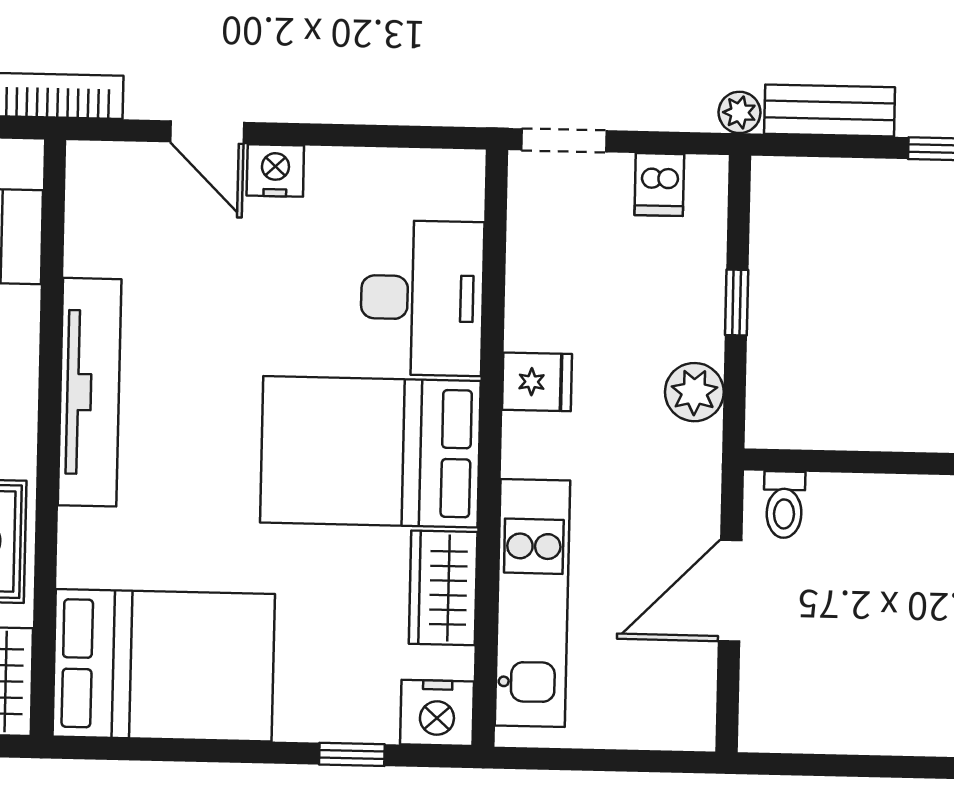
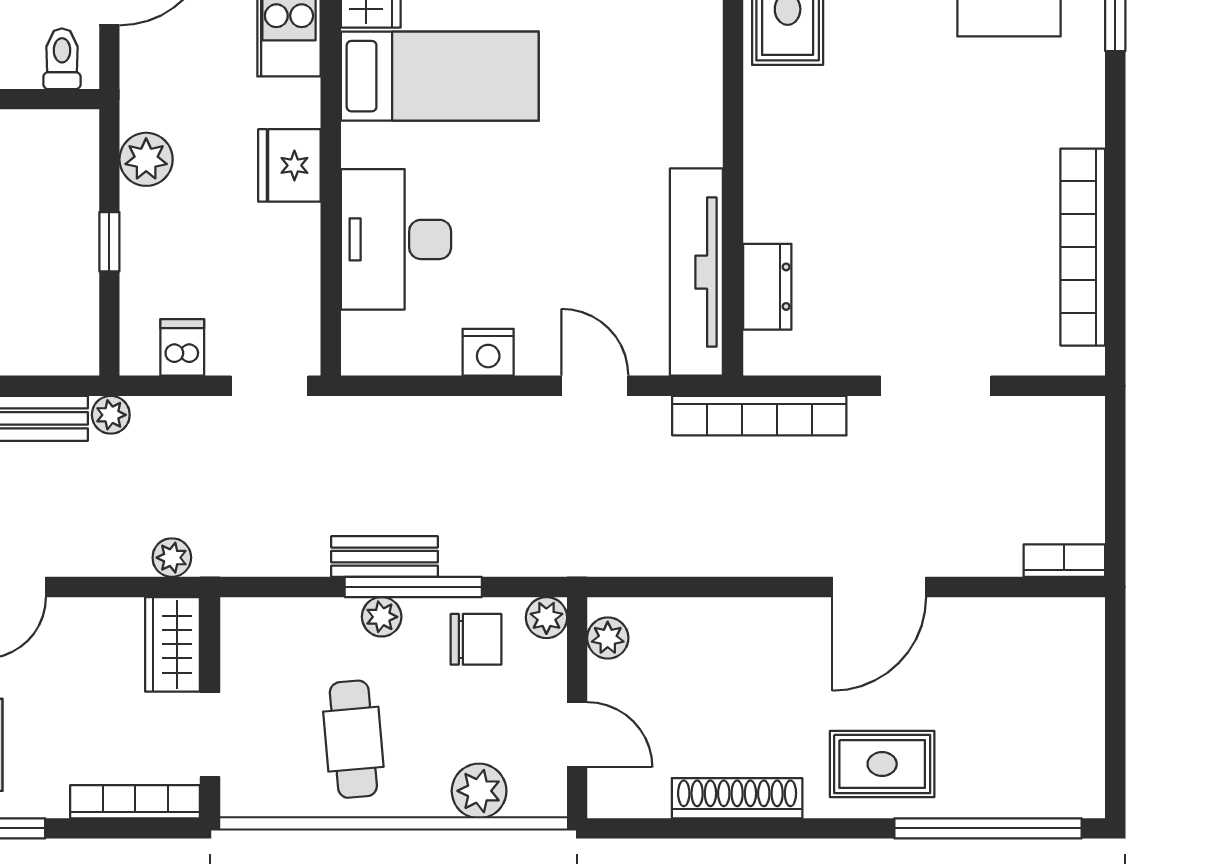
nightstand: (275, 171) -> (488, 352), moved
fridge: (537, 382) -> (289, 165), width x1.38
tv unit: (90, 392) -> (696, 272), moved
bed: (370, 452) -> (440, 76), width x0.67

